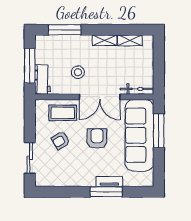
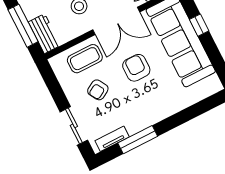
window: (159, 131) -> (199, 25), width x0.46
tv unit: (109, 182) -> (112, 139), moved
window: (106, 192) -> (138, 140), moved

